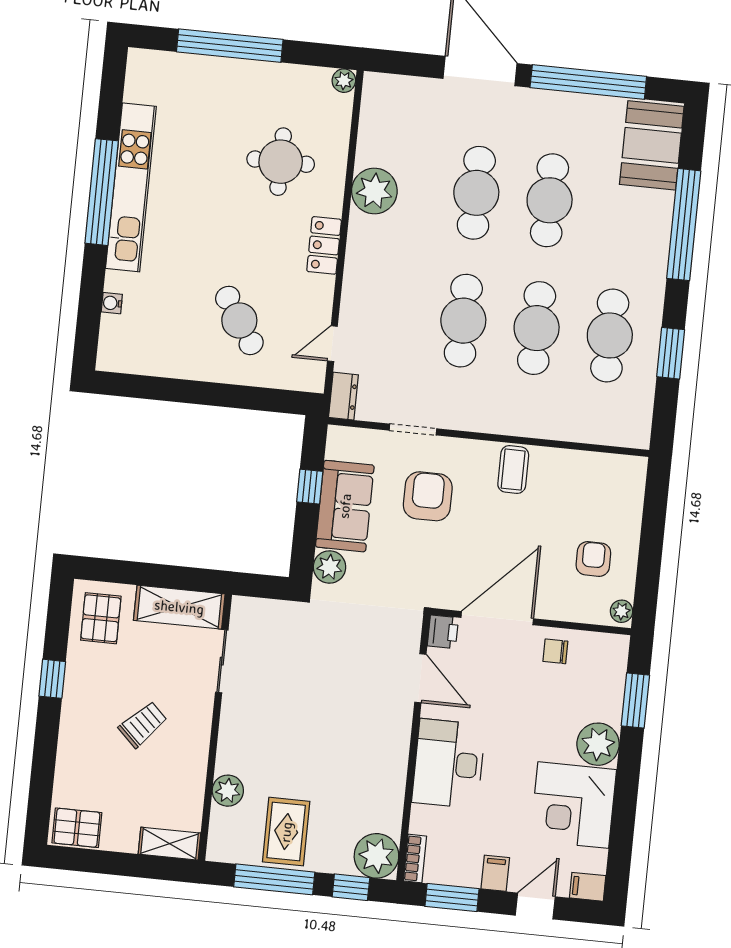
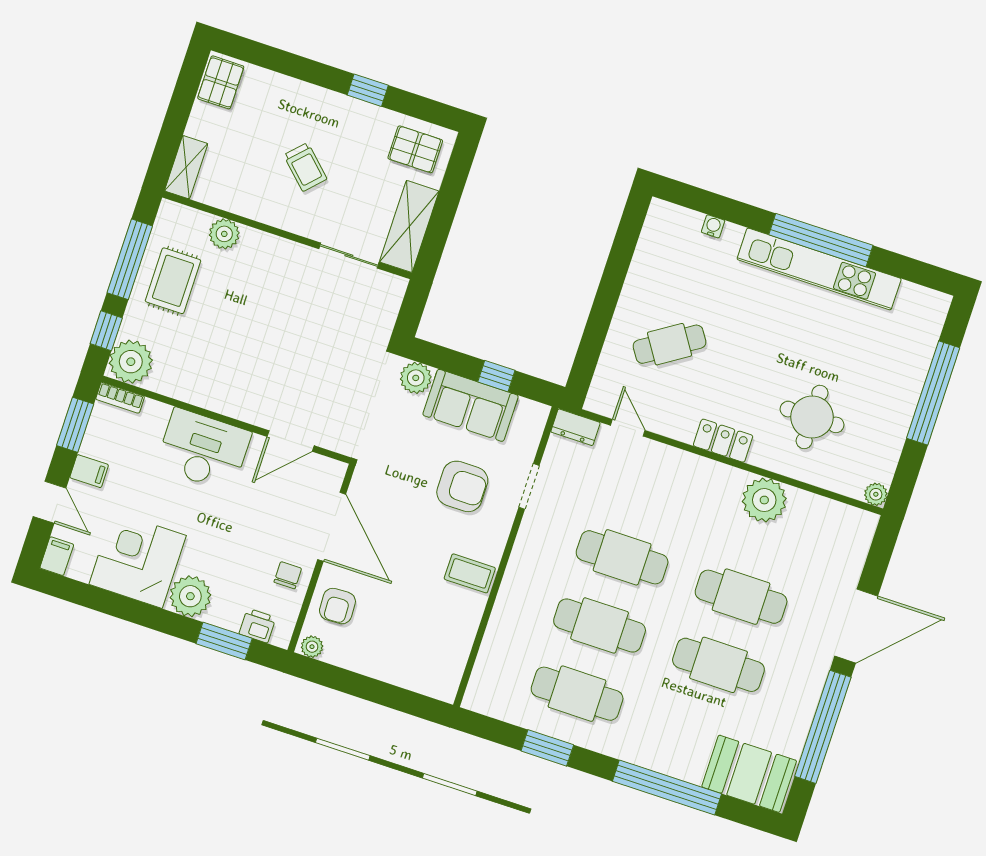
armchair: (593, 559) -> (337, 606), moved, turned 88
printer: (443, 632) -> (257, 626), moved, turned 180
rug: (286, 832) -> (173, 281), turned 90

